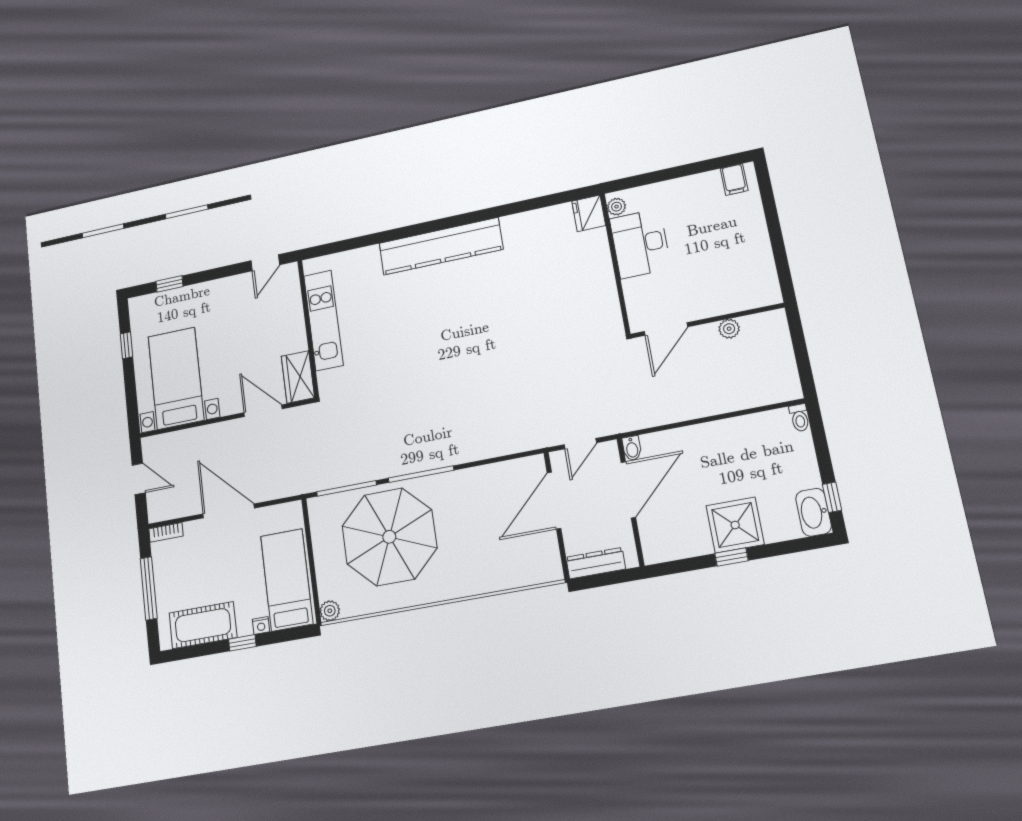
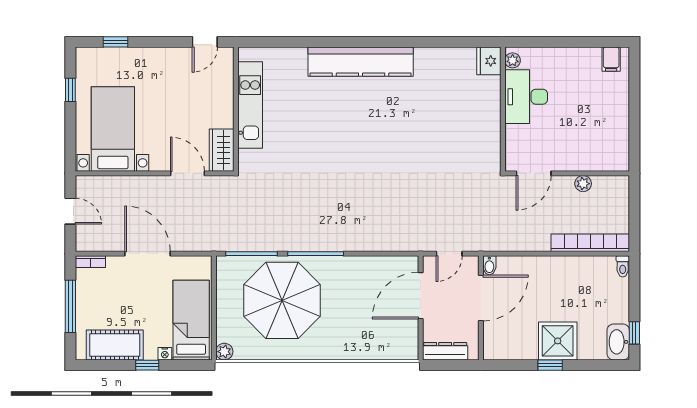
bookcase: (752, 397) -> (590, 243), added

